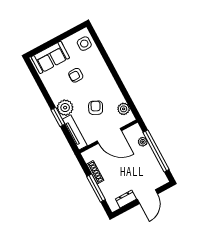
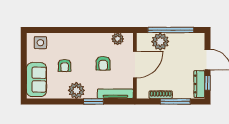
plant: (65, 108) -> (76, 90), moved
armchair: (96, 108) -> (103, 63), turned -116
plant: (143, 142) -> (160, 42), width x1.87, depth x1.87
dresser: (126, 199) -> (199, 84), width x1.44
window: (127, 207) -> (207, 83), added

